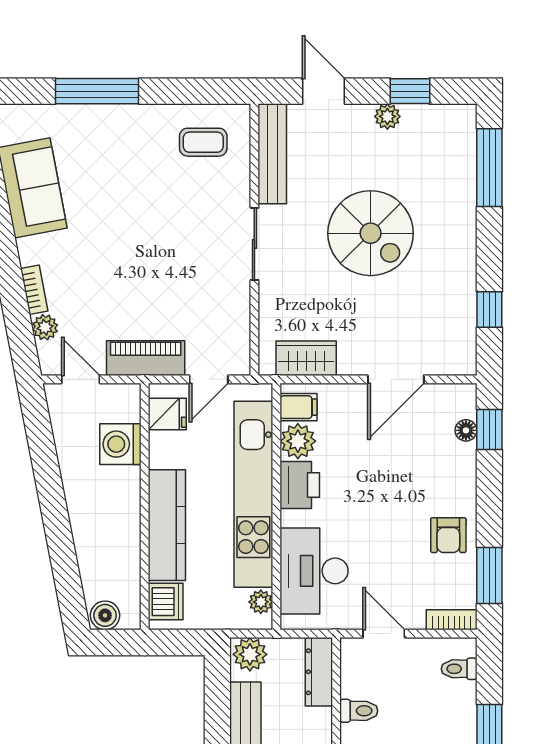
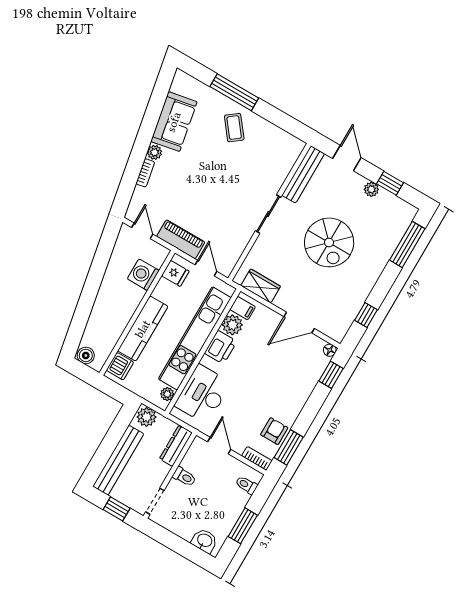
coffee table: (203, 142) -> (234, 128), moved, turned 52
plant: (45, 327) -> (155, 152), moved
door: (209, 379) -> (206, 268), swing flipped
floor lamp: (466, 430) -> (330, 350), moved
armchair: (448, 535) -> (274, 431), moved, turned 180

